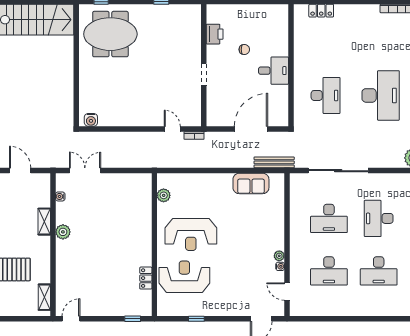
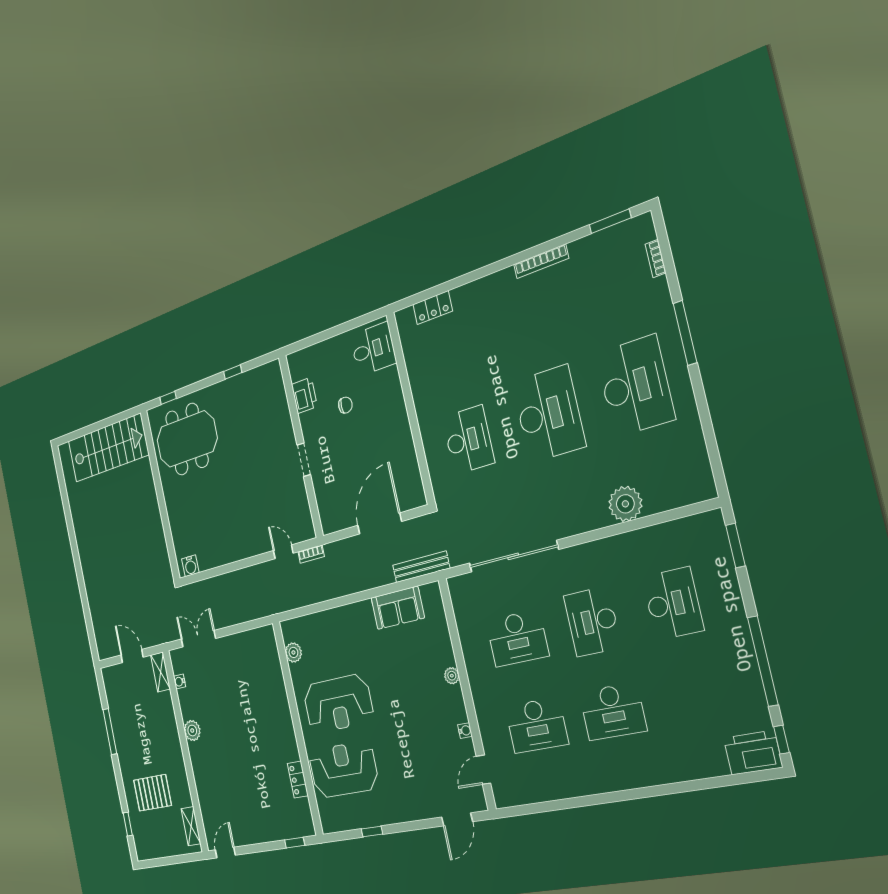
desk: (273, 71) -> (373, 349), moved
shelving: (44, 222) -> (160, 672), moved
plant: (279, 256) -> (452, 676), moved
door: (287, 292) -> (483, 770), hinge flipped

